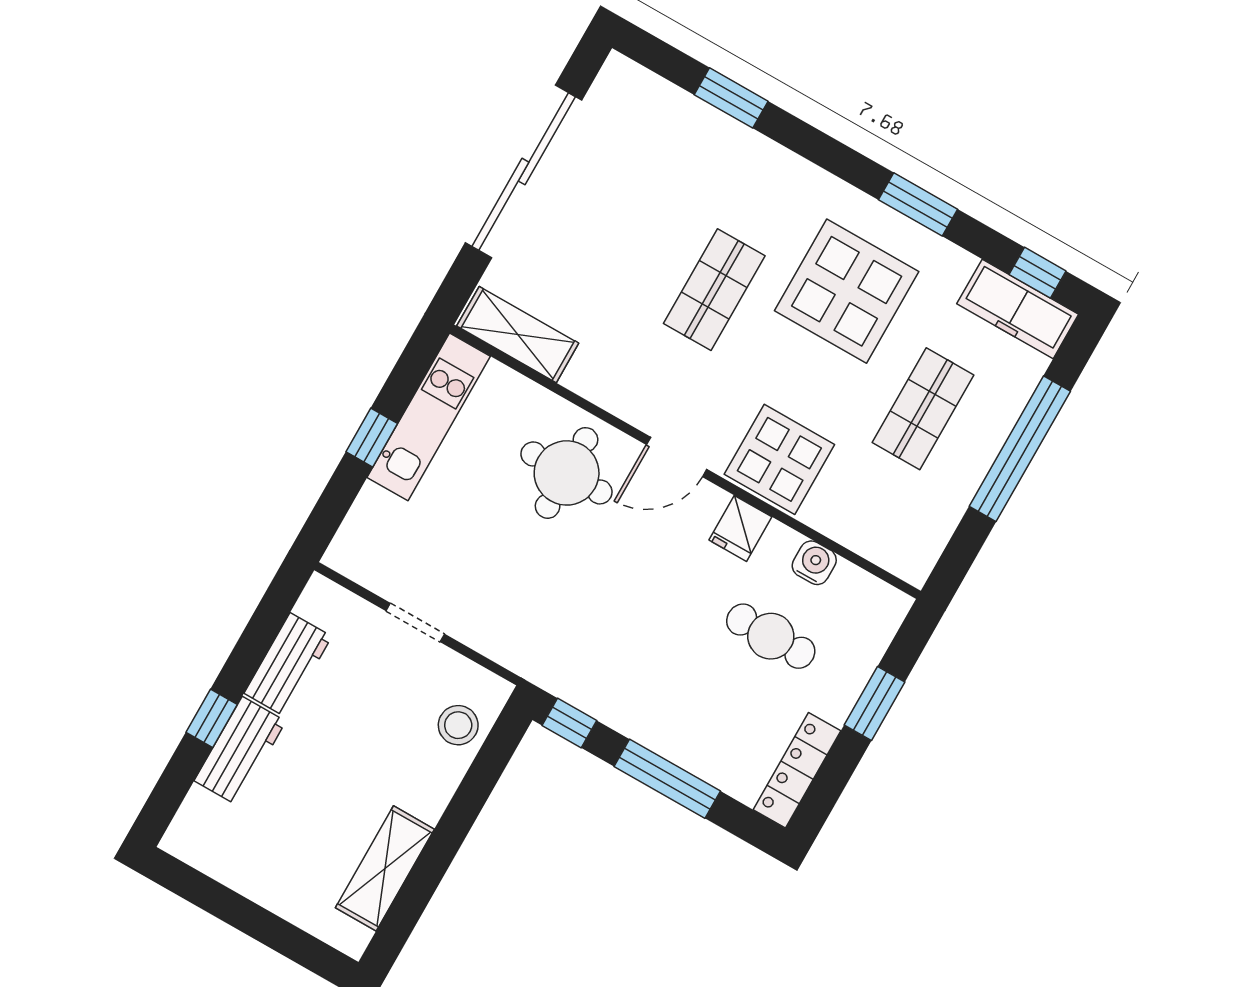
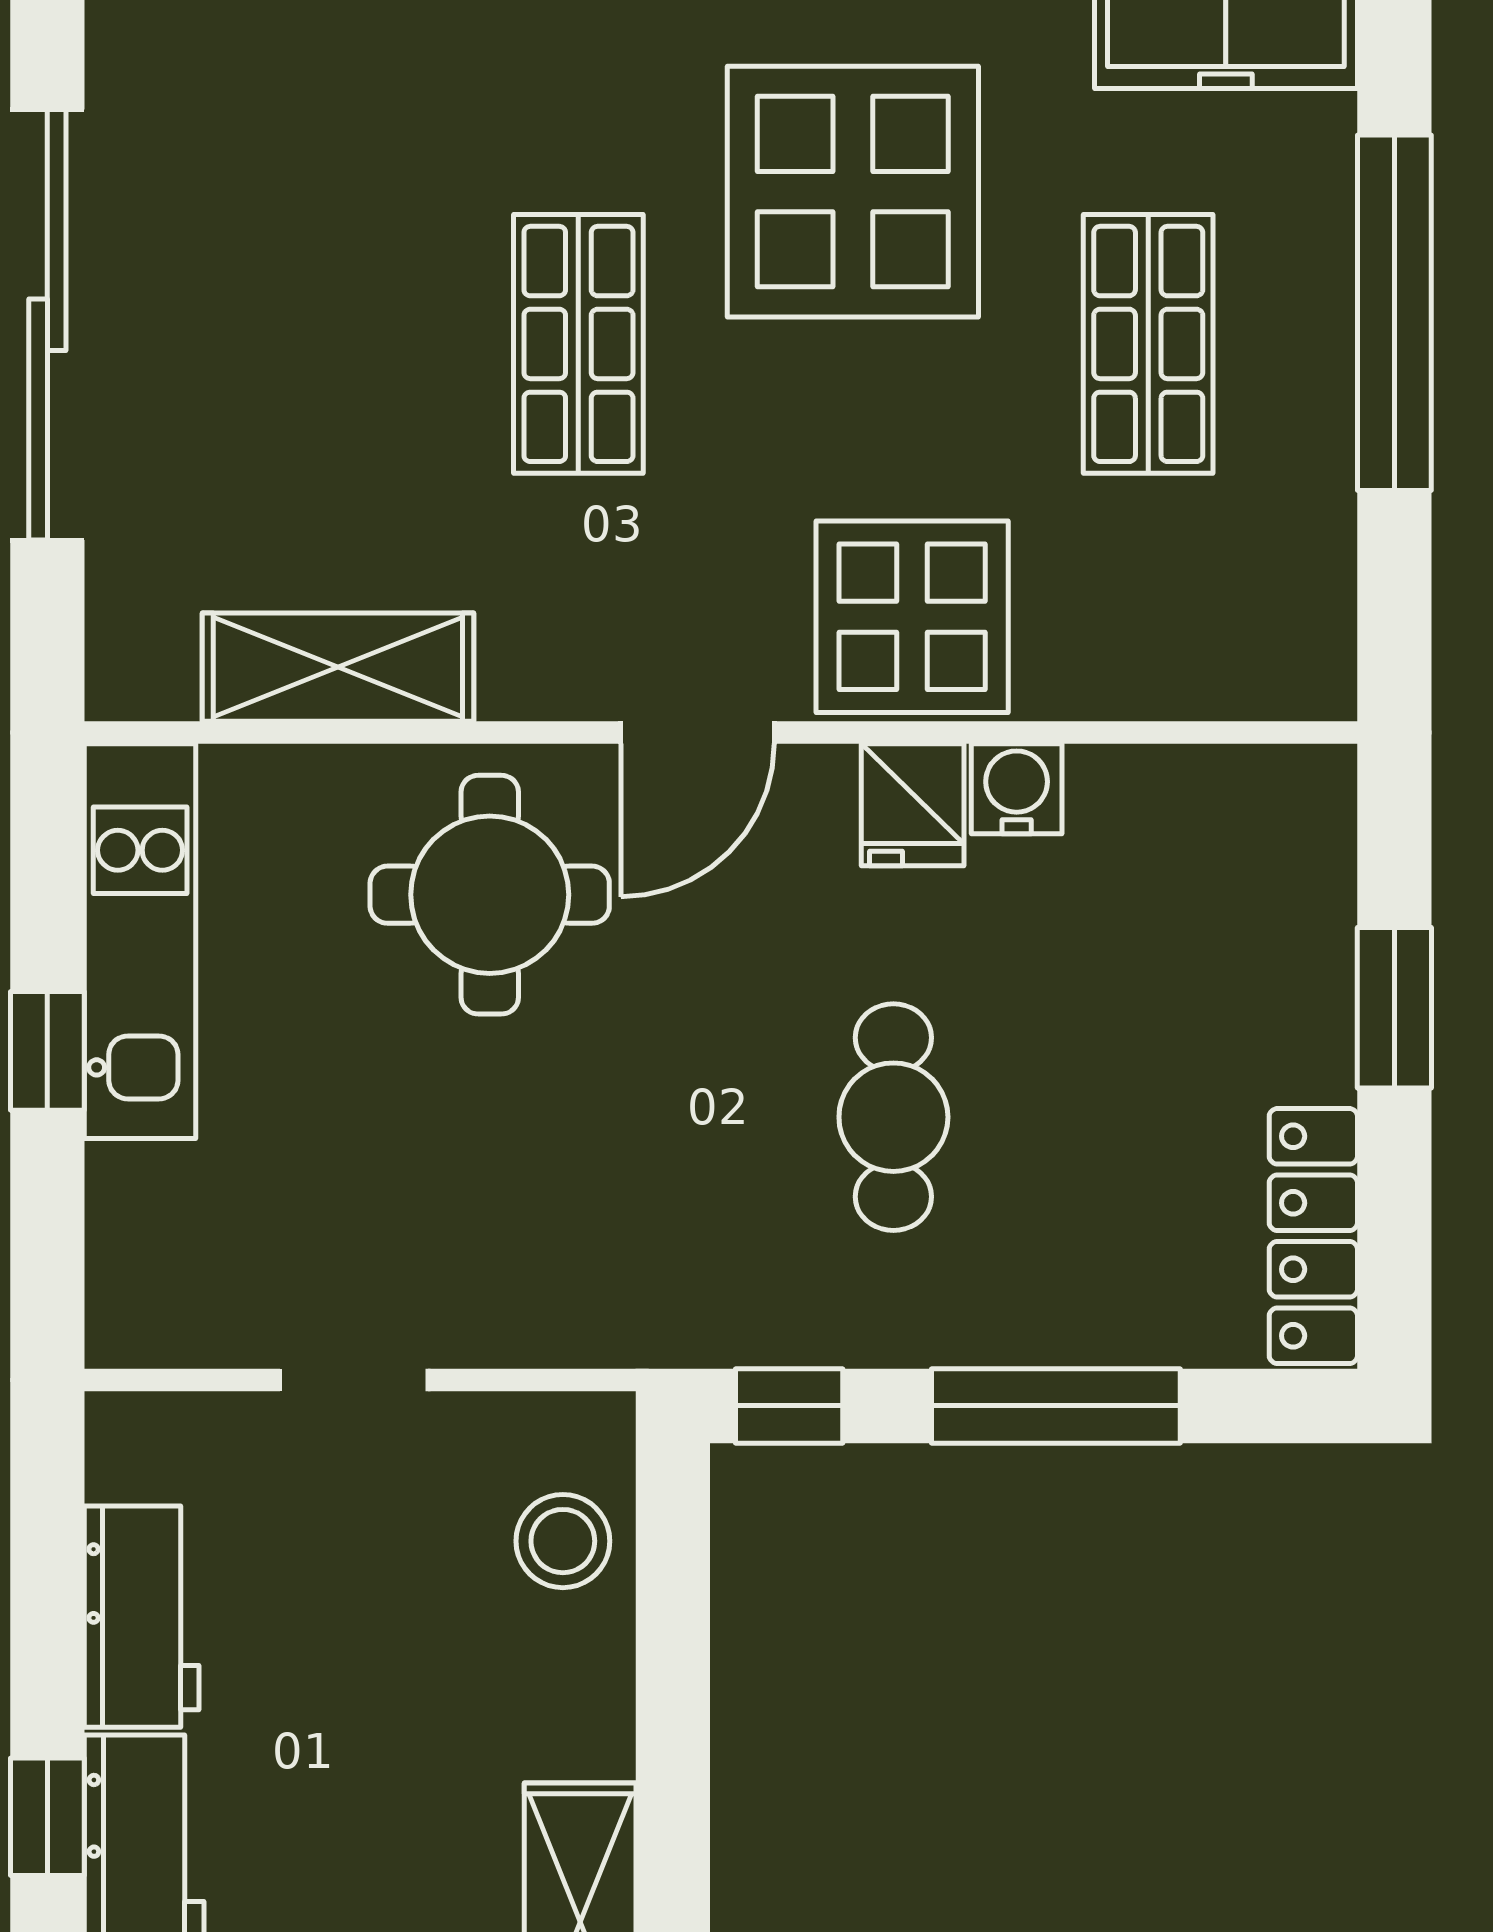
shelving: (518, 335) -> (338, 667), moved
water cooler: (814, 563) -> (1017, 789), moved
cafe table: (771, 636) -> (893, 1117), moved, turned 90

